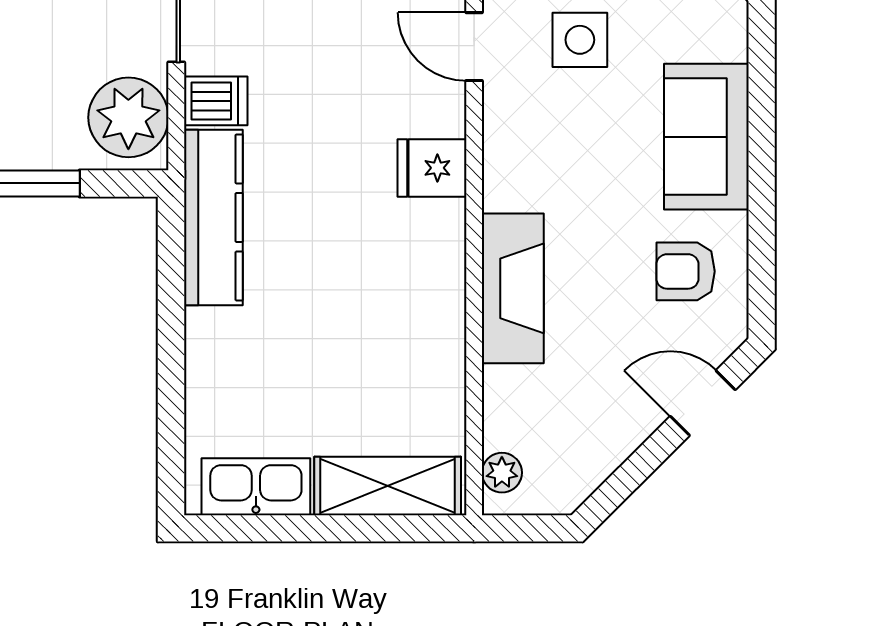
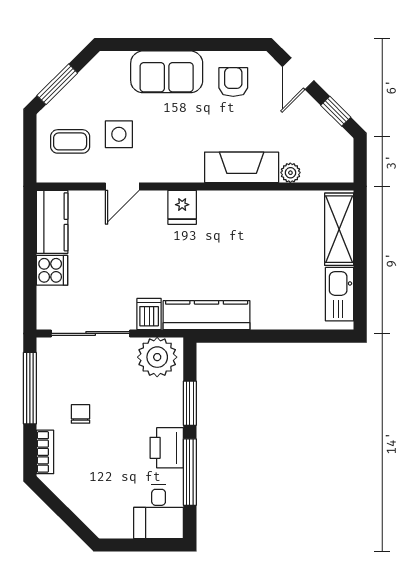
armchair: (686, 271) -> (233, 82), turned 180
plant: (502, 473) -> (290, 173), moved
window: (627, 479) -> (336, 111), added

